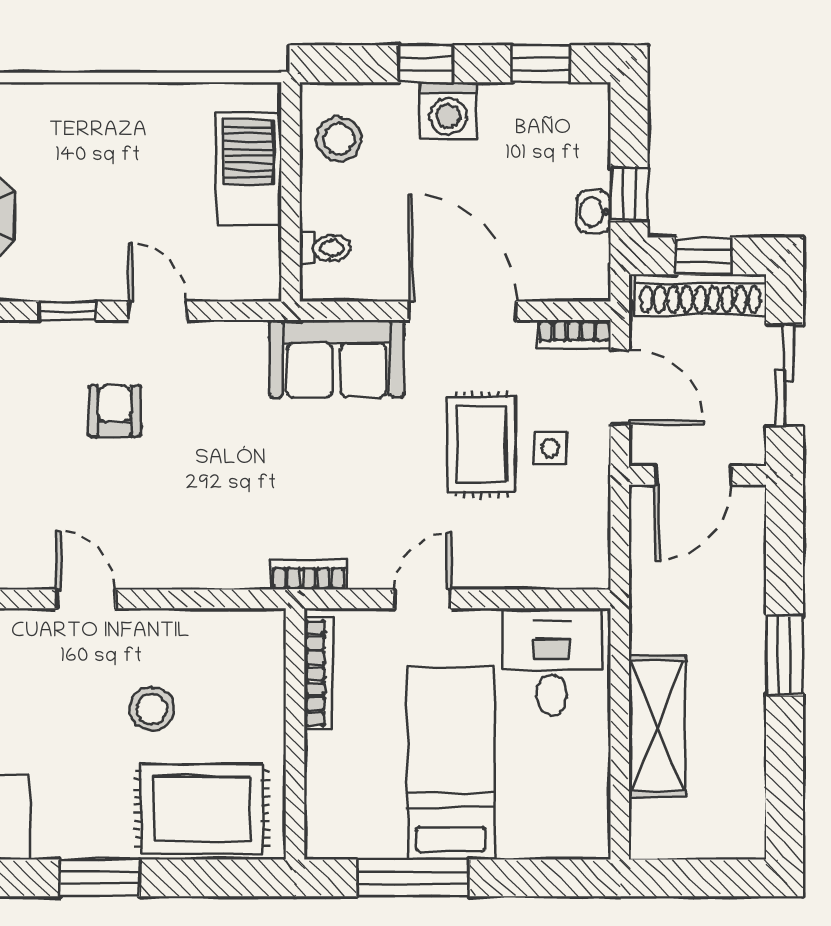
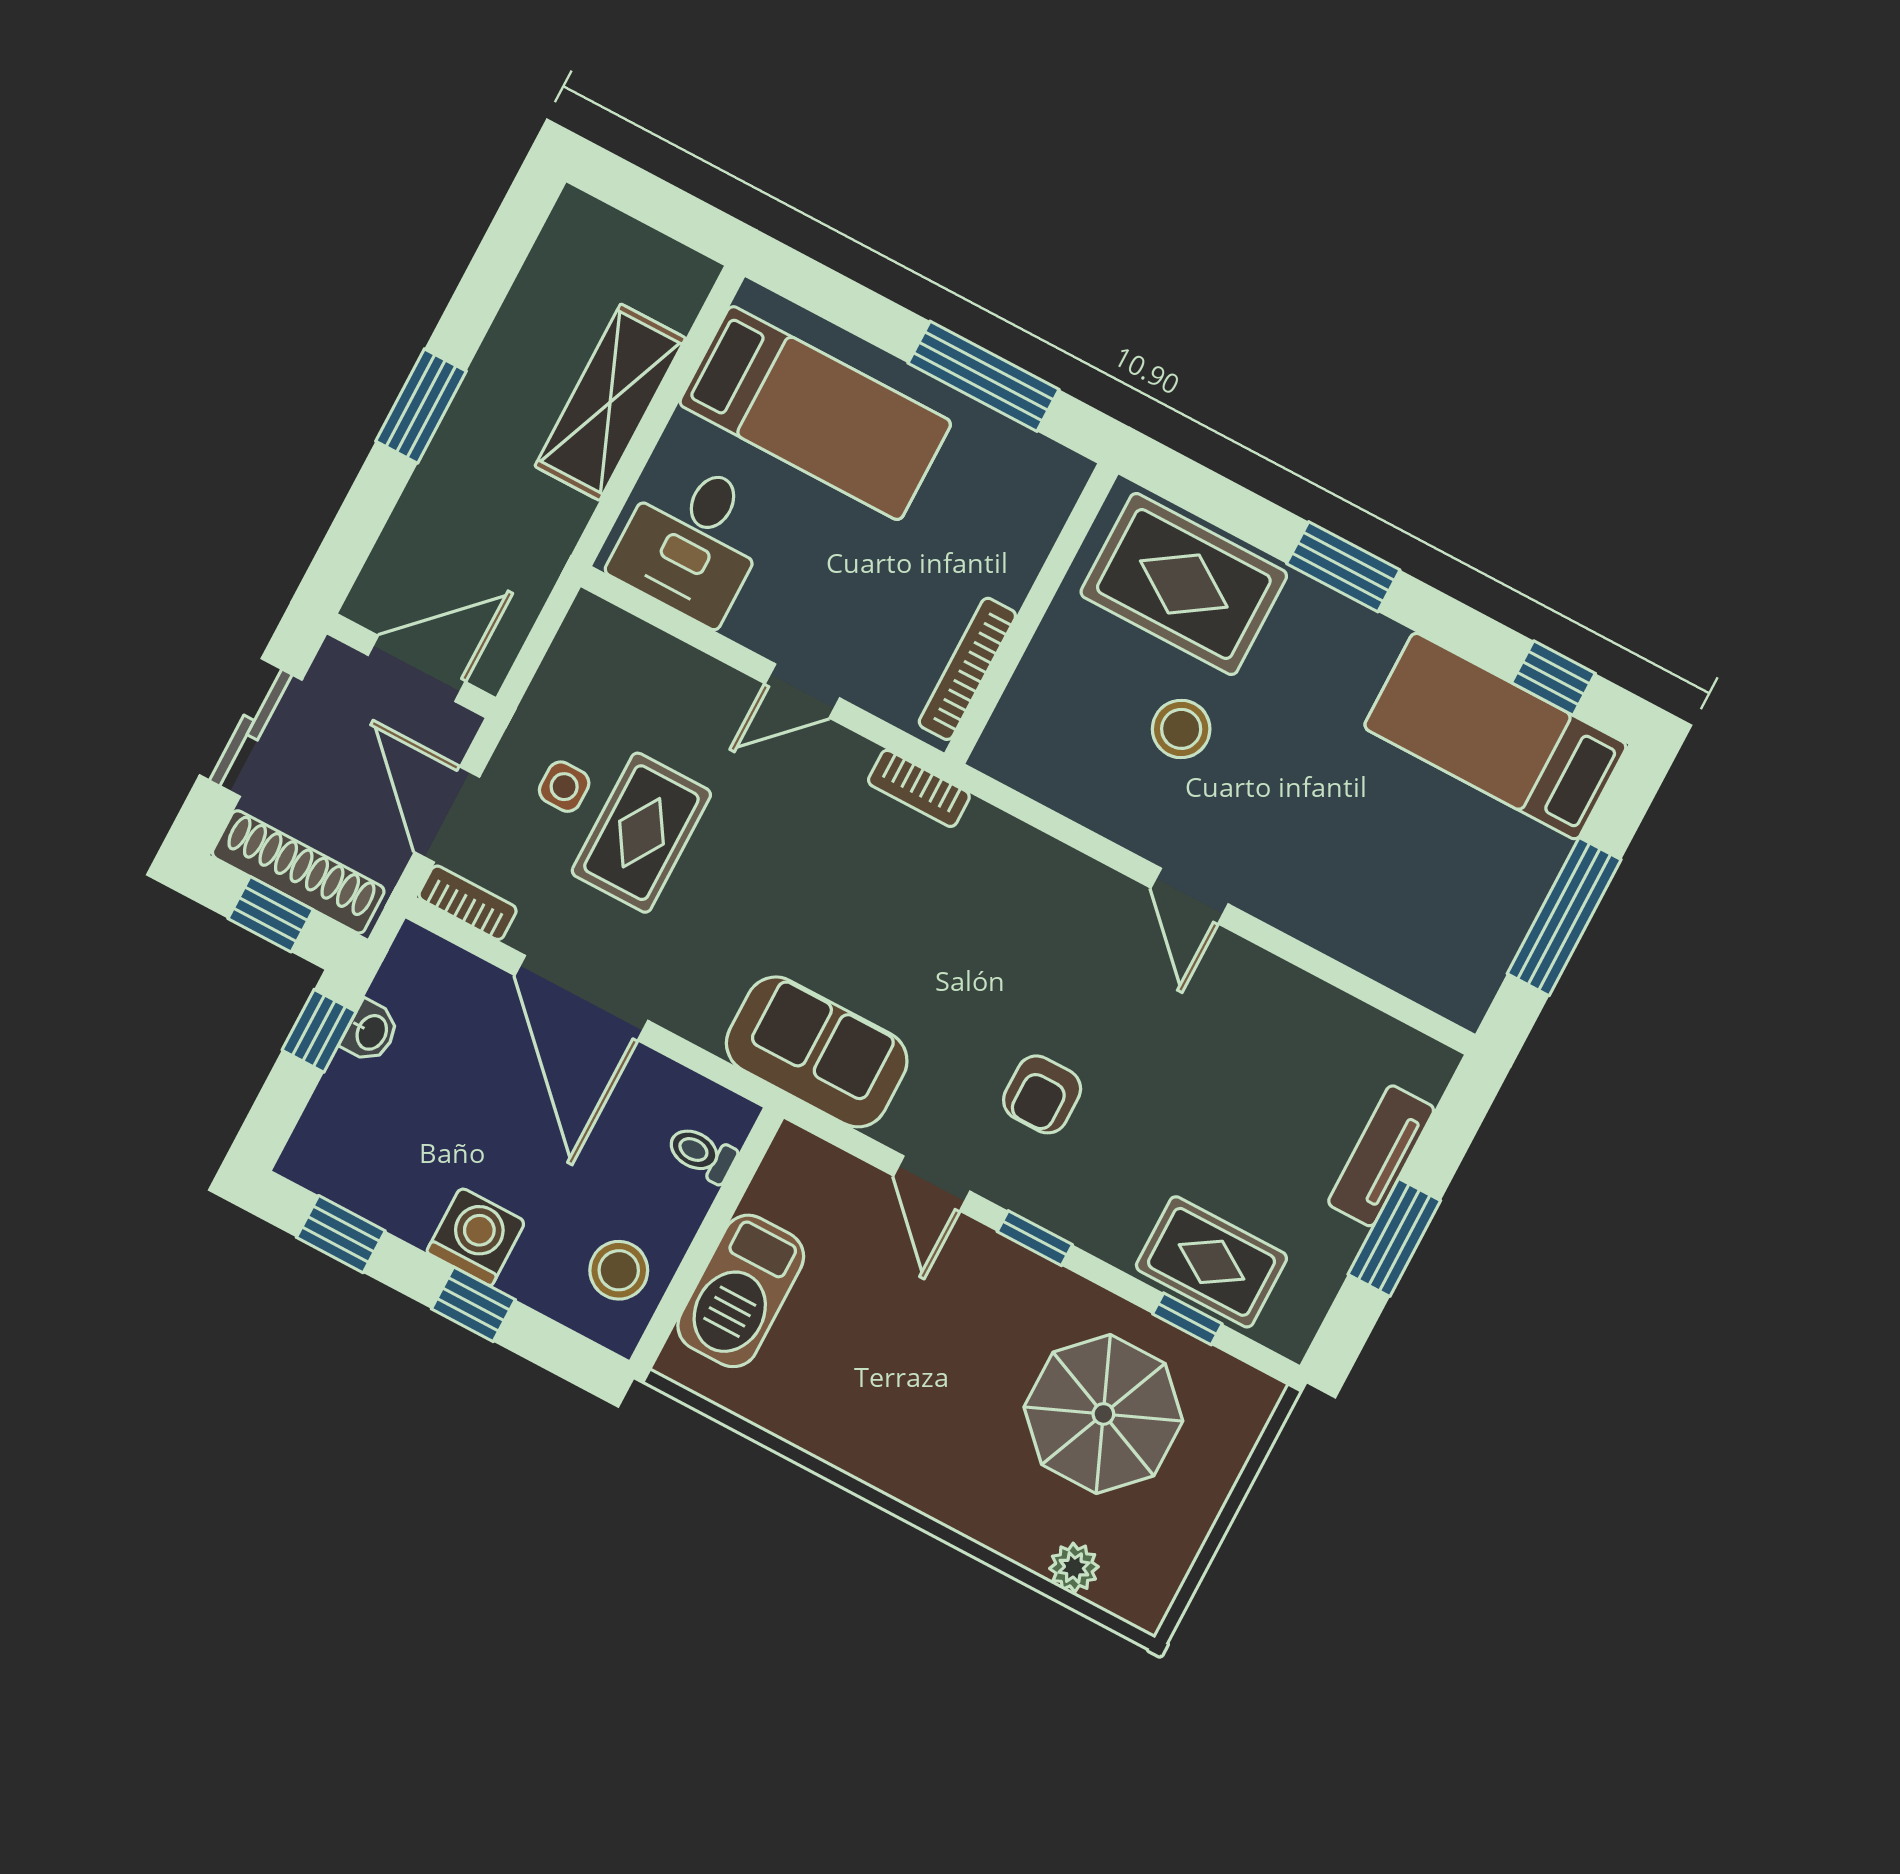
sofa: (337, 359) -> (817, 1052), moved
bed: (451, 763) -> (815, 413), moved, turned -90

